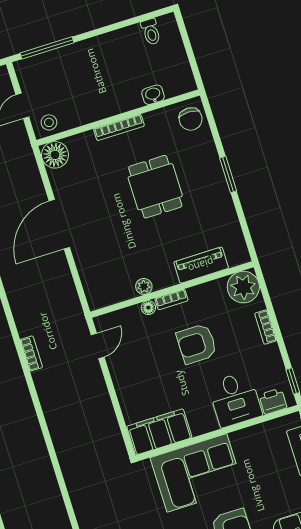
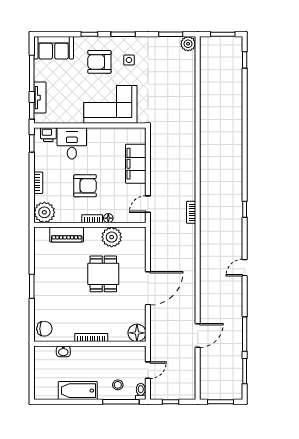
toilet: (151, 32) -> (141, 391), moved
bathtub: (114, 45) -> (78, 391), added
chair: (191, 119) -> (44, 329), turned 90
stool: (49, 122) -> (118, 385), moved
dining table: (155, 187) -> (103, 274), moved
plant: (144, 286) -> (112, 237), width x1.88, depth x1.88
filing cabinet: (159, 432) -> (136, 164), moved, turned 90

